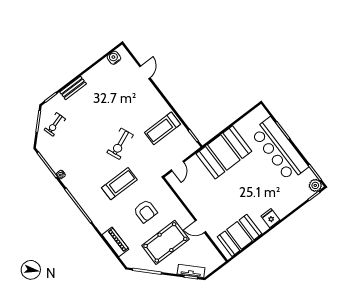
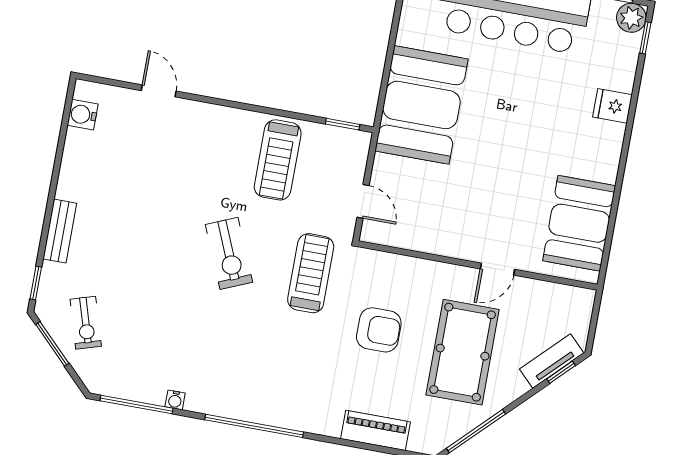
treadmill: (119, 184) -> (311, 273), moved
fridge: (270, 218) -> (613, 106), moved

